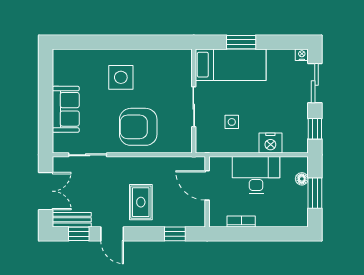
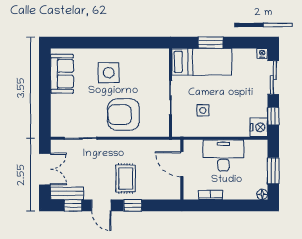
sofa: (66, 109) -> (62, 74), moved
nightstand: (270, 143) -> (259, 127), moved, turned -90
floor lamp: (302, 179) -> (262, 194), moved
window: (175, 234) -> (133, 205), moved

